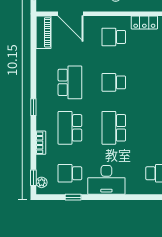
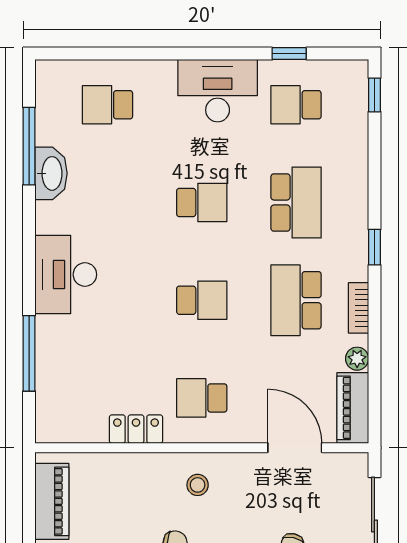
school desk: (114, 37) -> (202, 398), turned 180
school desk: (114, 128) -> (202, 202), width x0.54
bookcase: (41, 143) -> (358, 308), moved
school desk: (70, 173) -> (296, 105), turned 180
plant: (42, 182) -> (357, 359), moved

